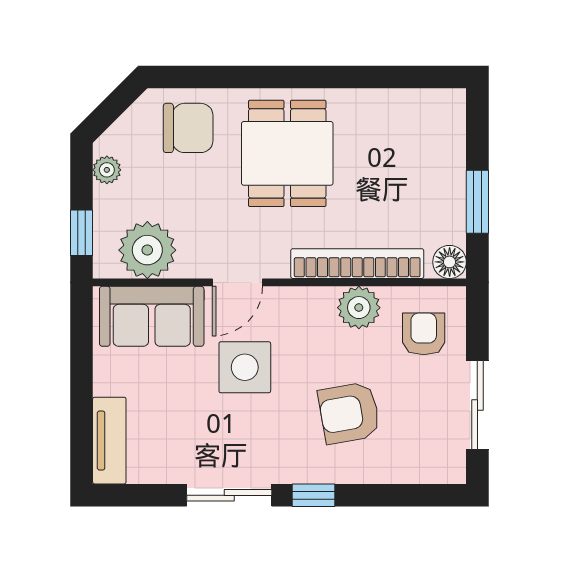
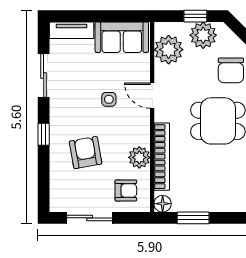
plant: (107, 170) -> (203, 35), width x1.88, depth x1.88
window: (82, 233) -> (195, 16), moved
sofa: (152, 316) -> (122, 37), moved, turned -90
side table: (245, 367) -> (109, 99), width x0.54, depth x0.54
sliding door: (229, 495) -> (44, 76), moved

